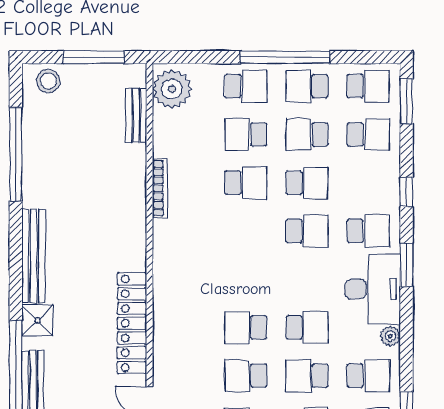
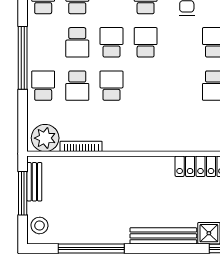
school desk: (307, 86) -> (43, 42), removed
bench: (136, 115) -> (34, 182), moved, turned 90
bookcase: (160, 188) -> (81, 146), moved

